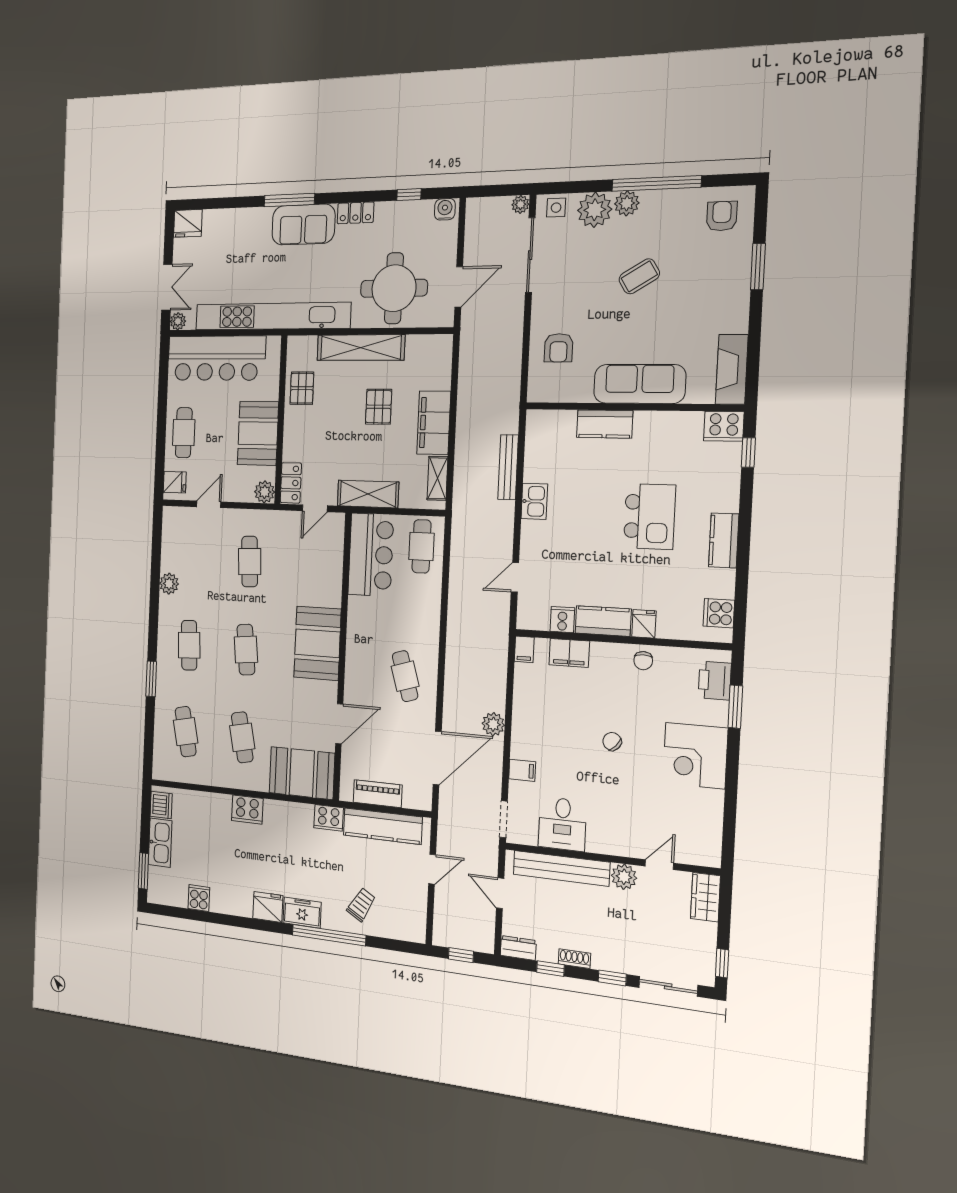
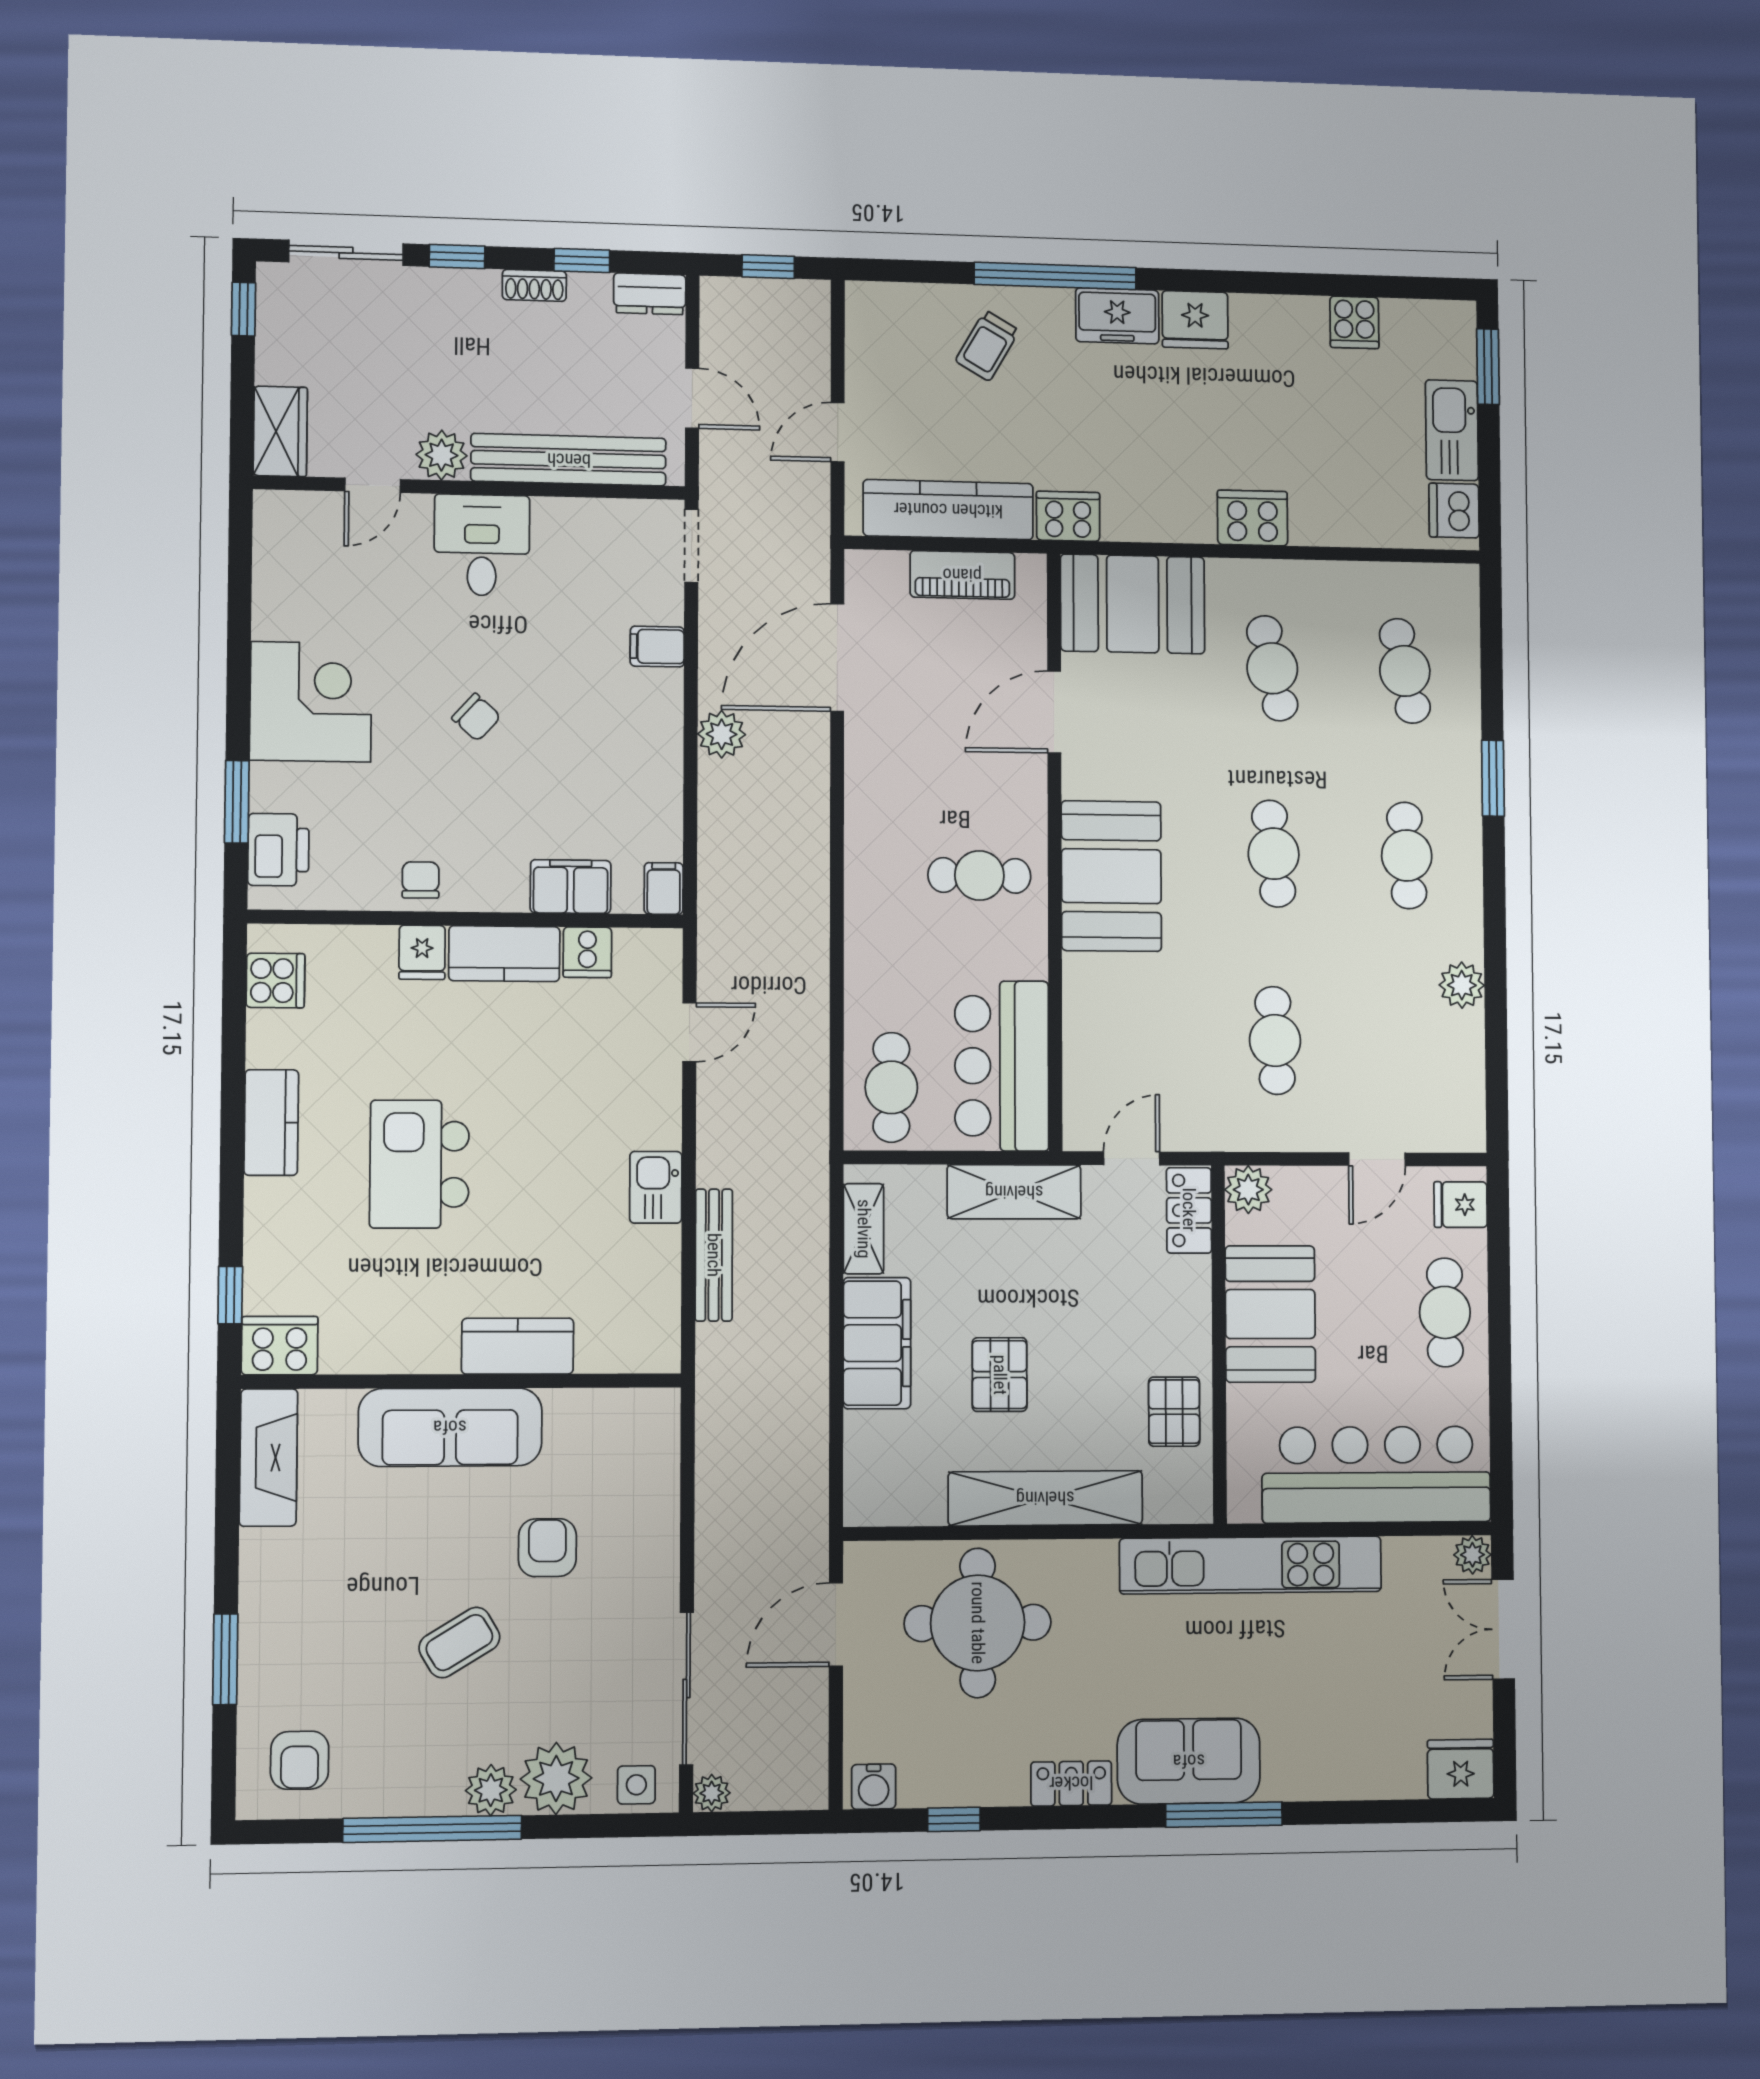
kitchen unit: (272, 316) -> (1251, 1565), width x0.73
armchair: (559, 348) -> (547, 1548), moved
cafe table: (405, 676) -> (979, 875), moved, turned -73
desk: (562, 824) -> (482, 545), moved

